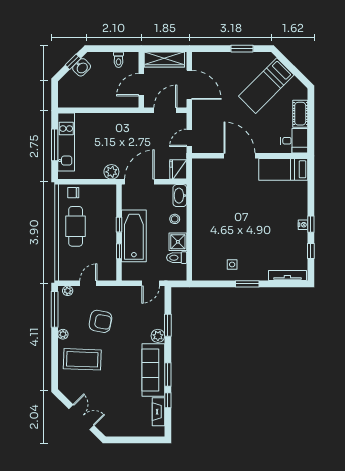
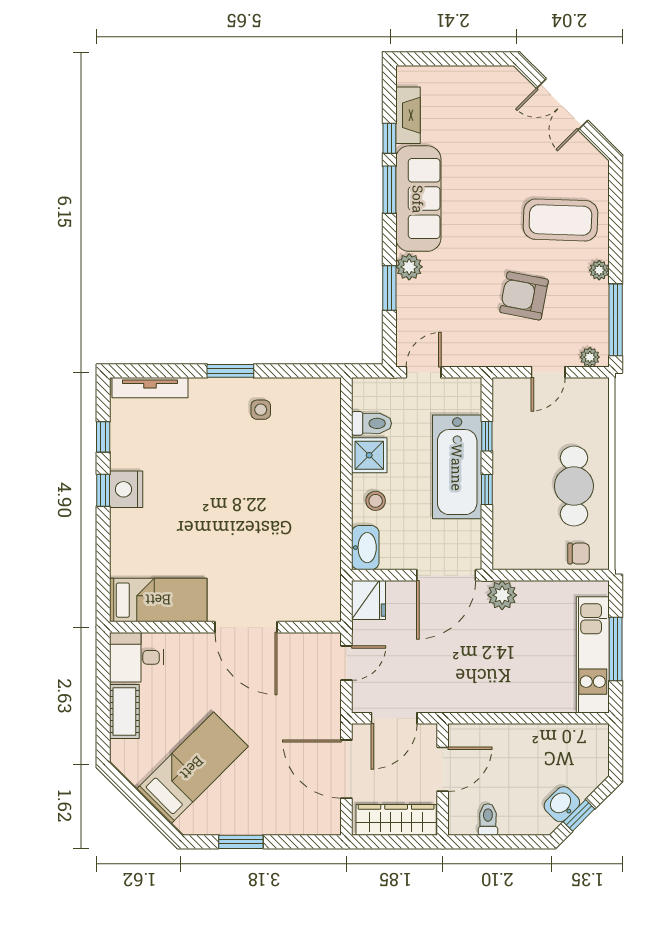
nightstand: (303, 225) -> (126, 489), width x1.89, depth x1.79

